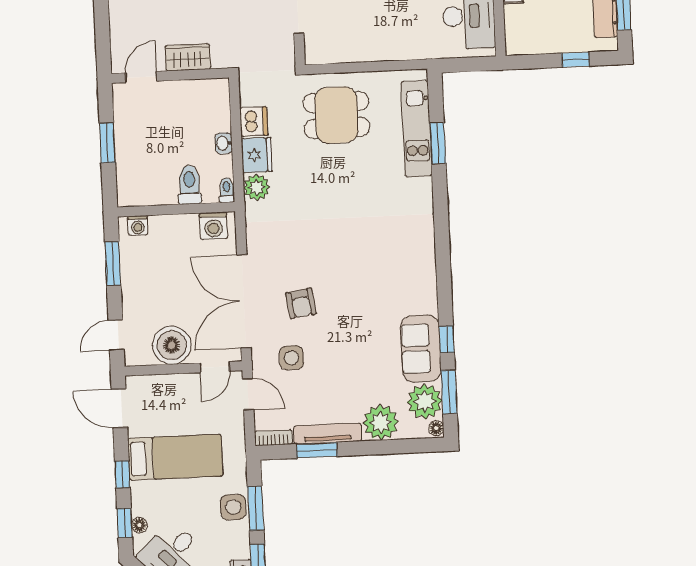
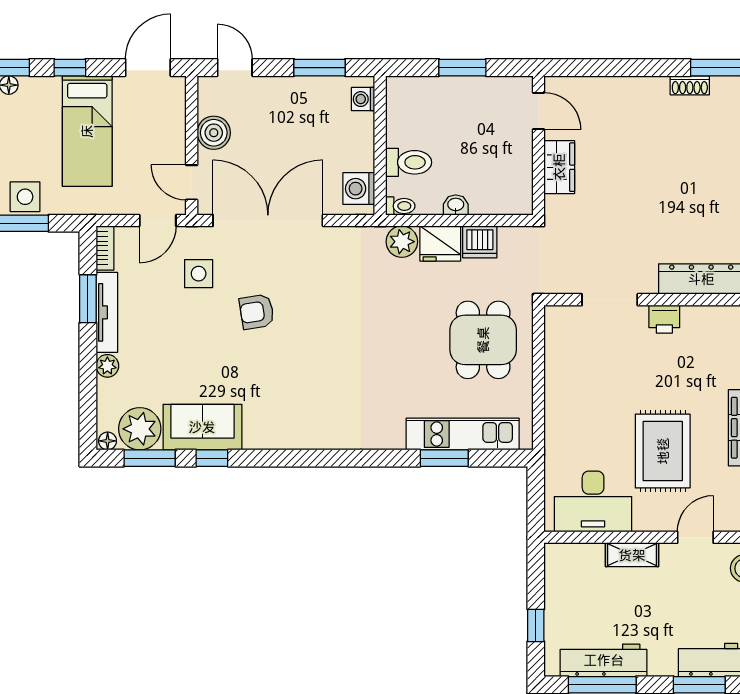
armchair: (301, 303) -> (257, 312), moved
boiler: (172, 345) -> (214, 133), width x0.73, depth x0.73
plant: (381, 422) -> (107, 366), width x0.53, depth x0.53

